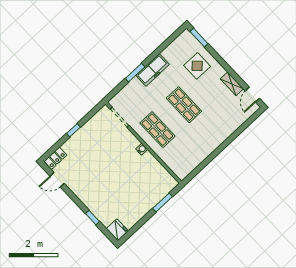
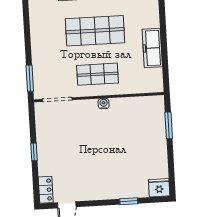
freezer: (152, 70) -> (152, 48), moved, turned 180
window: (135, 73) -> (30, 78), moved
shop shelf: (184, 105) -> (95, 31), width x1.43, depth x1.36

